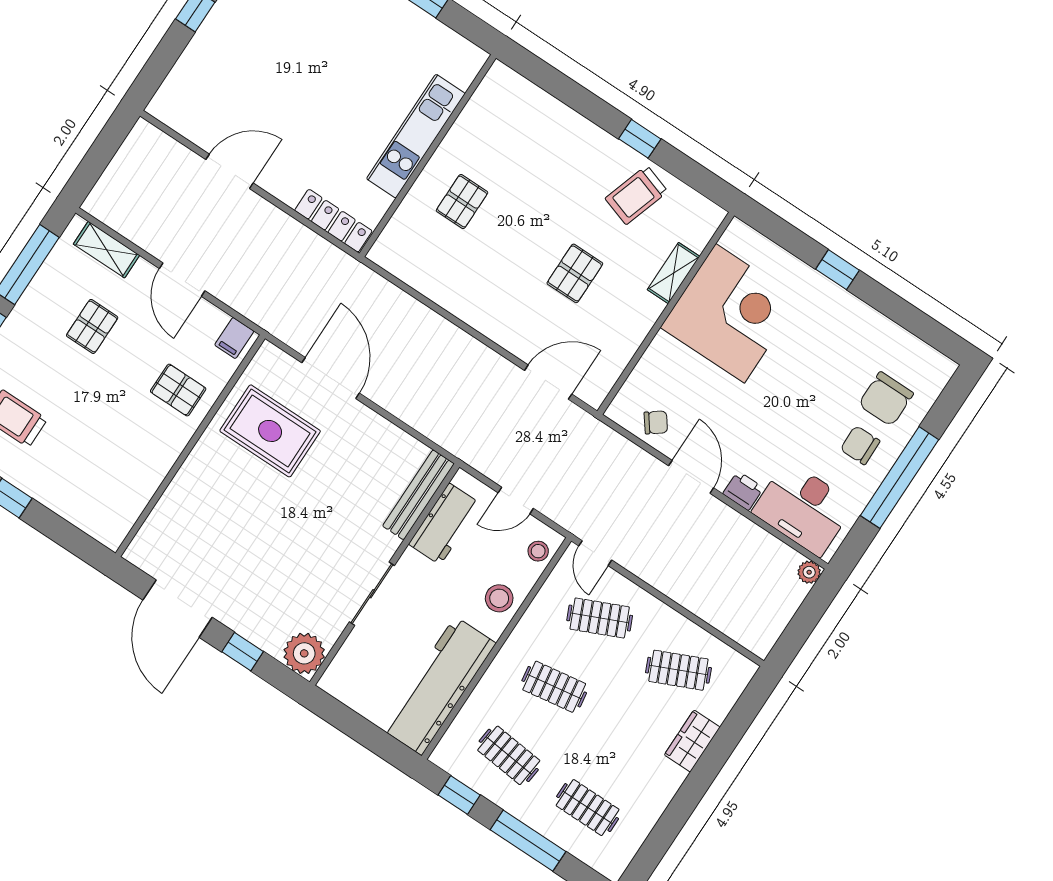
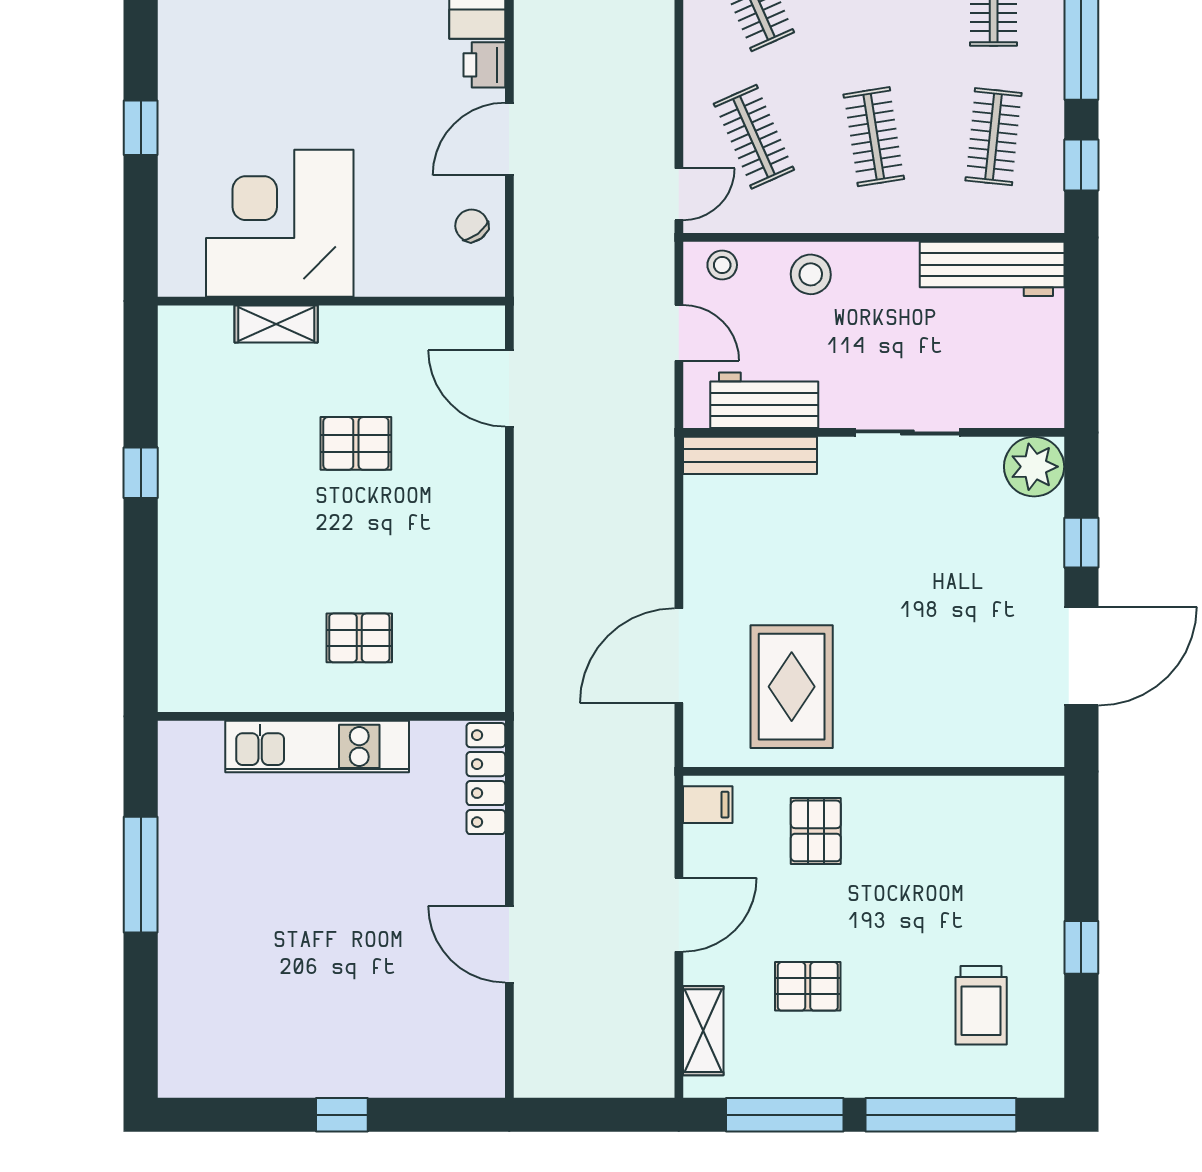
trolley: (636, 195) -> (211, 432), removed
workbench: (438, 686) -> (992, 269), width x0.73, depth x0.76

